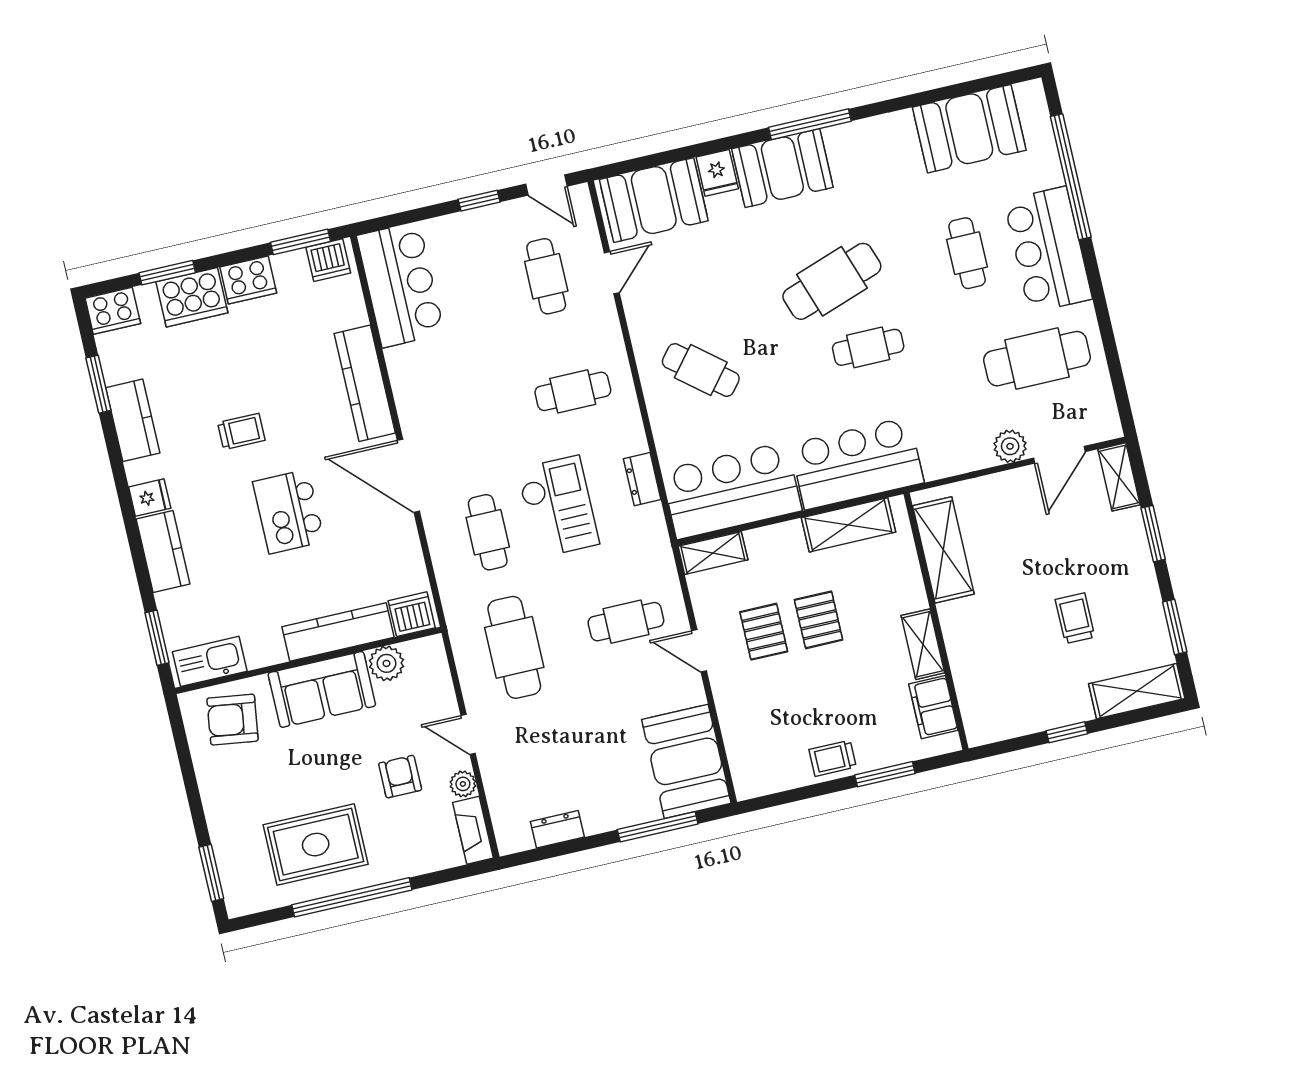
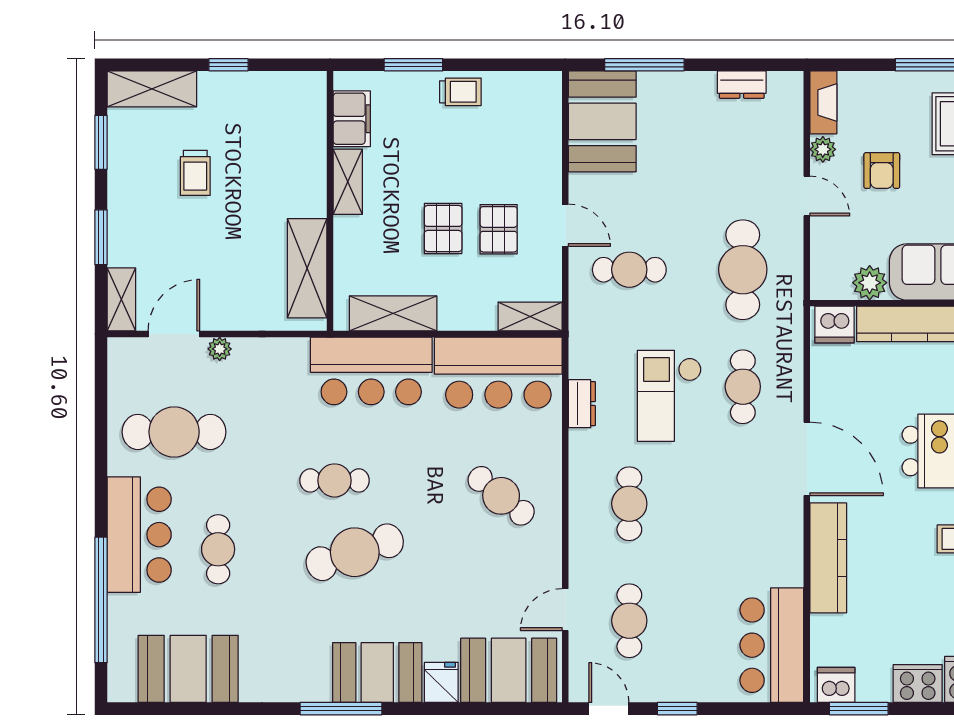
cafe table: (573, 391) -> (629, 504), turned 90
plant: (1010, 446) -> (220, 349), width x0.73, depth x0.73

